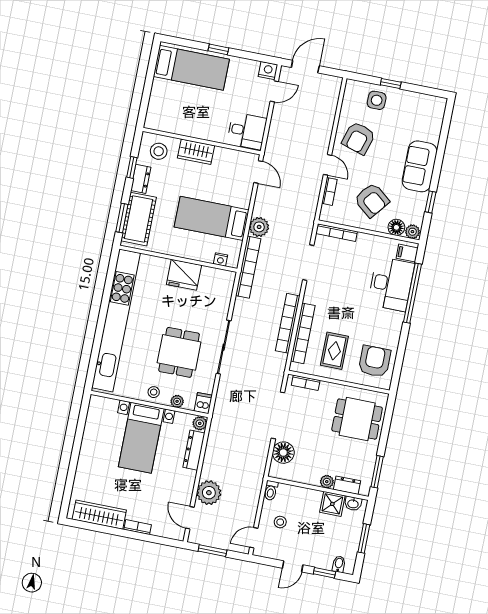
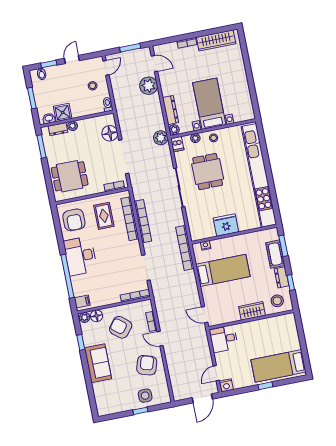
cot: (139, 219) -> (275, 254), width x0.73, depth x0.75
plant: (259, 227) -> (161, 138), moved
desk: (391, 284) -> (80, 256), moved

